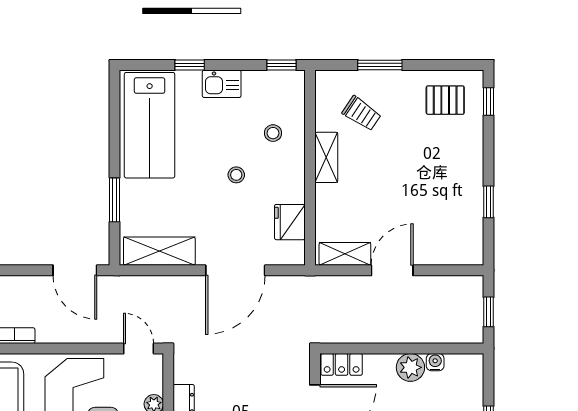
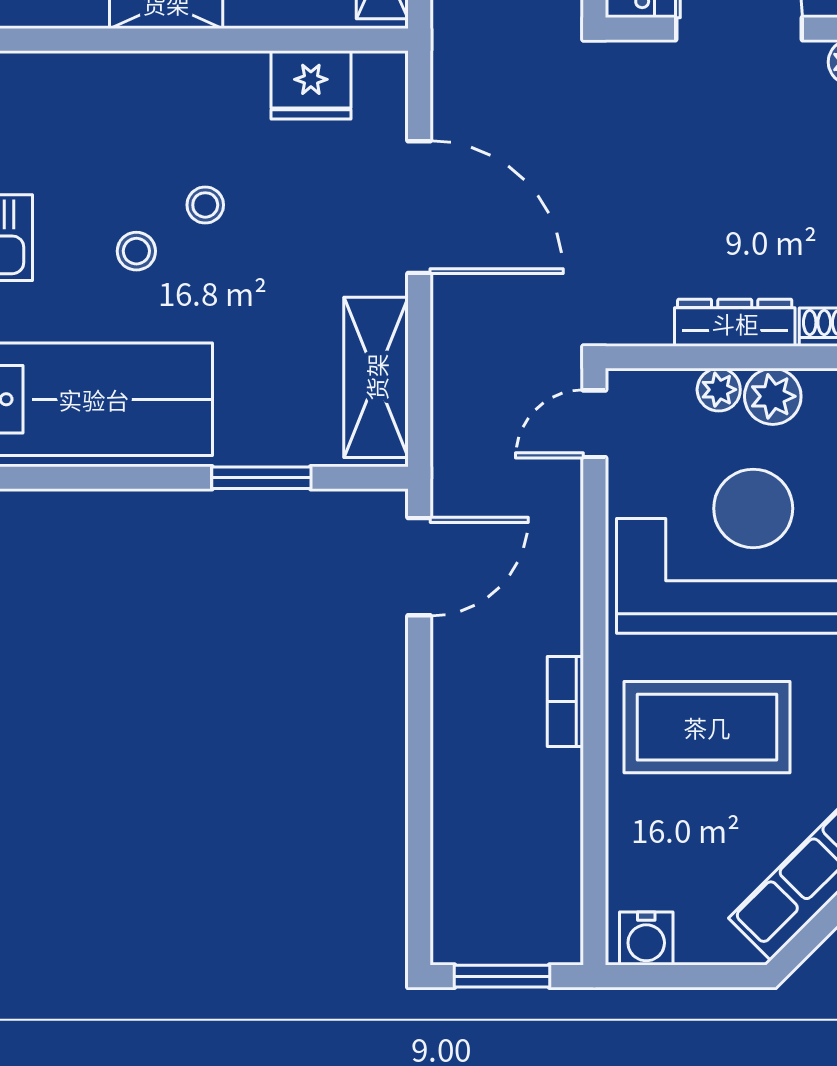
stool: (273, 133) -> (136, 251), moved

